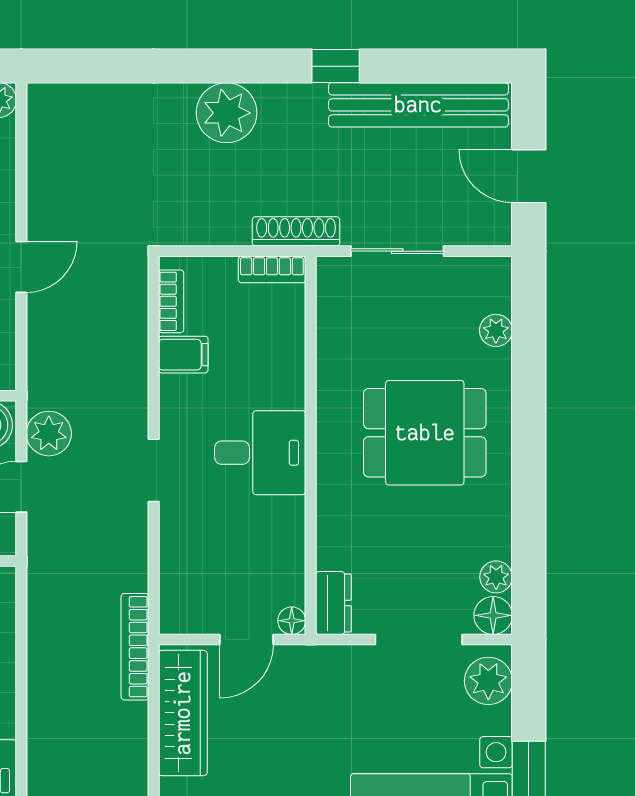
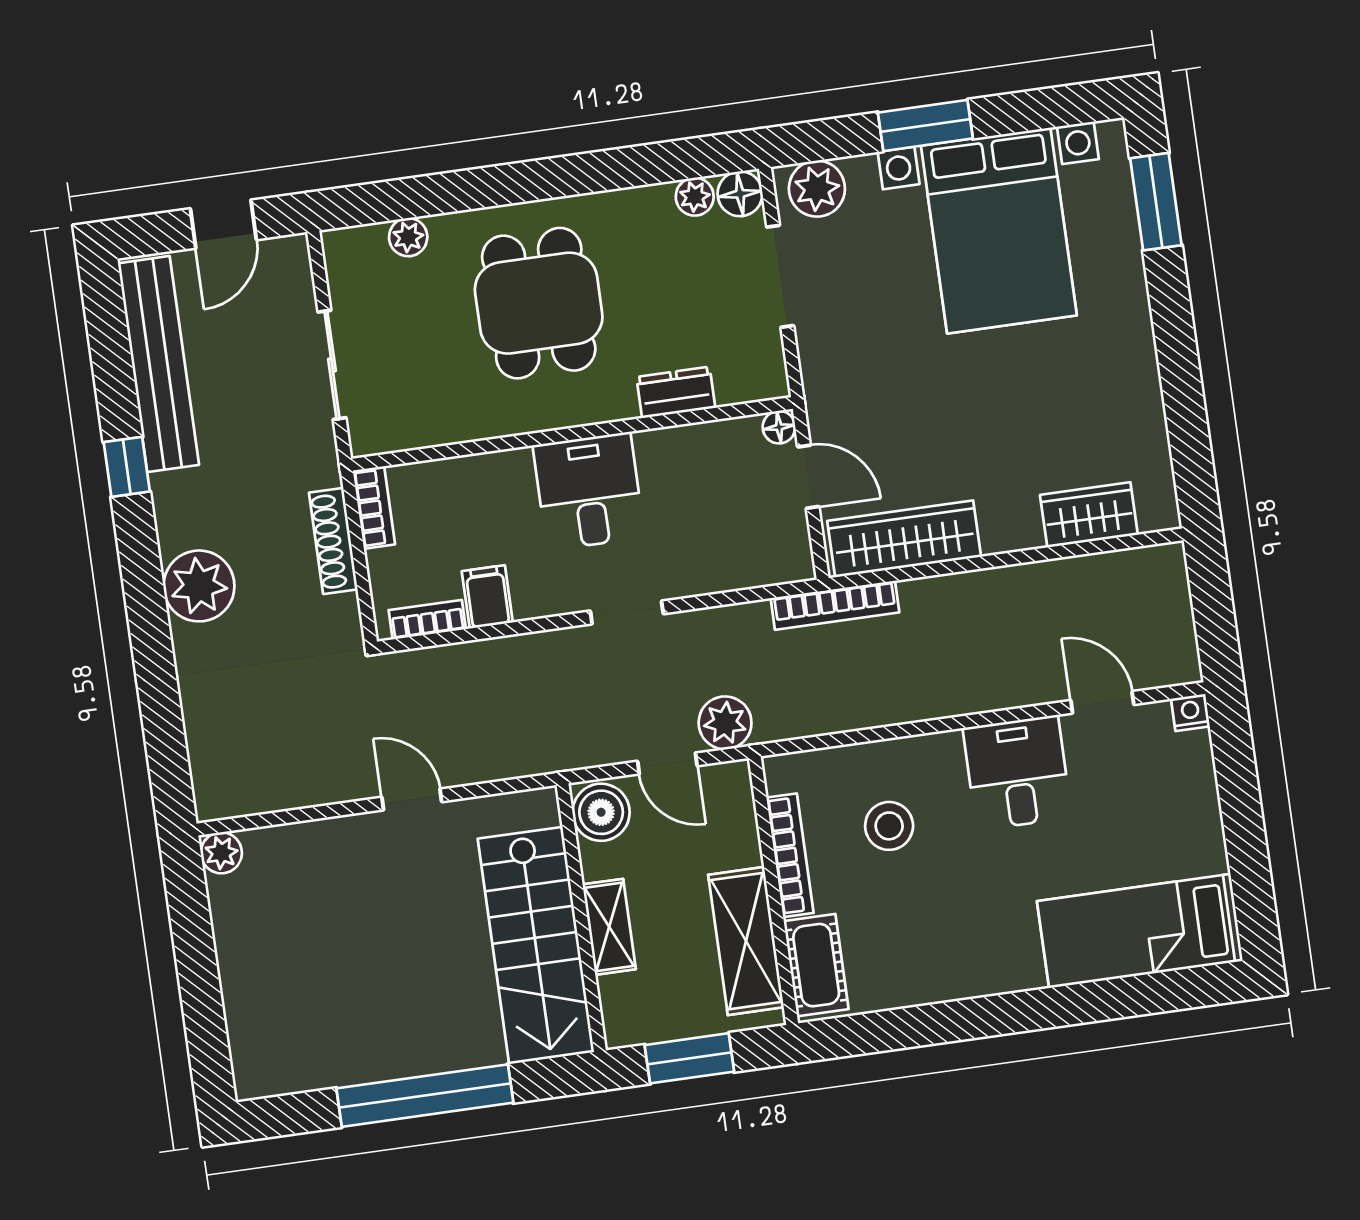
shoe rack: (296, 231) -> (333, 541), moved
plant: (49, 434) -> (725, 723), moved
dresser: (333, 603) -> (676, 392), moved

